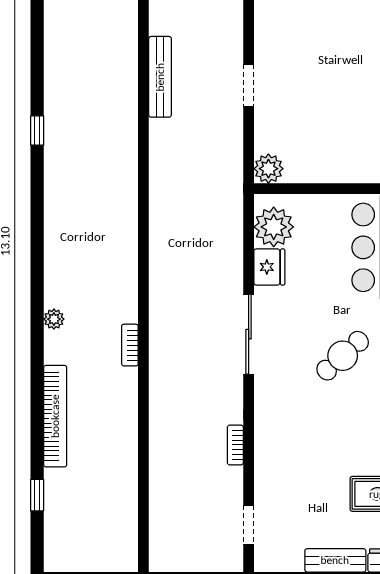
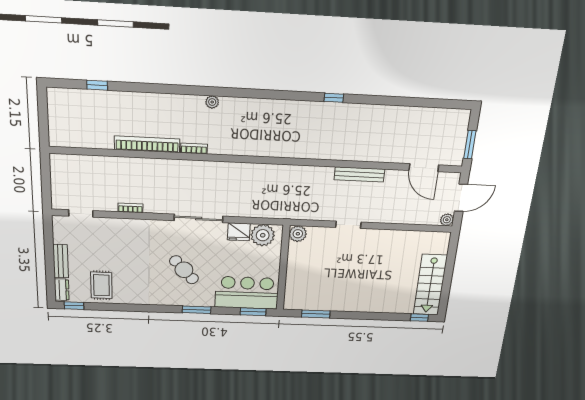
bookcase: (55, 416) -> (147, 144), moved, turned 180

